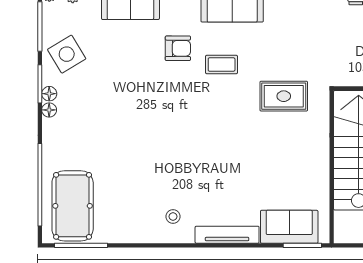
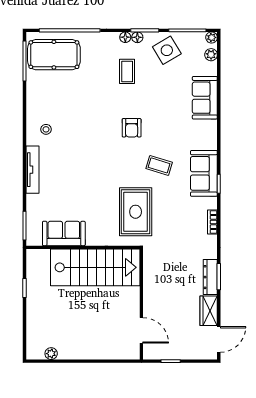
armchair: (178, 48) -> (132, 128), moved
coffee table: (222, 64) -> (159, 165), turned -73
rug: (284, 96) -> (136, 212), width x1.36, depth x1.43
coffee table: (95, 108) -> (127, 71), added
sofa: (289, 227) -> (64, 233), moved, turned -90

